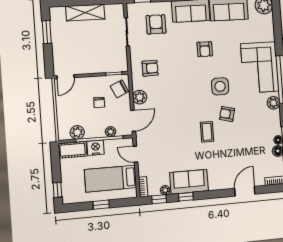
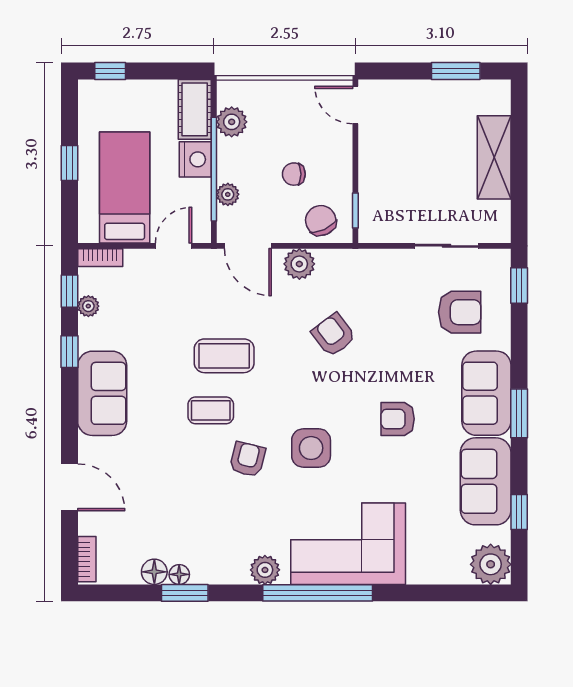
armchair: (150, 68) -> (334, 335), moved, turned 144
coffee table: (183, 128) -> (224, 356), added
sofa: (189, 182) -> (102, 393), moved

